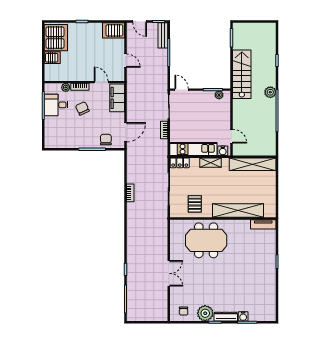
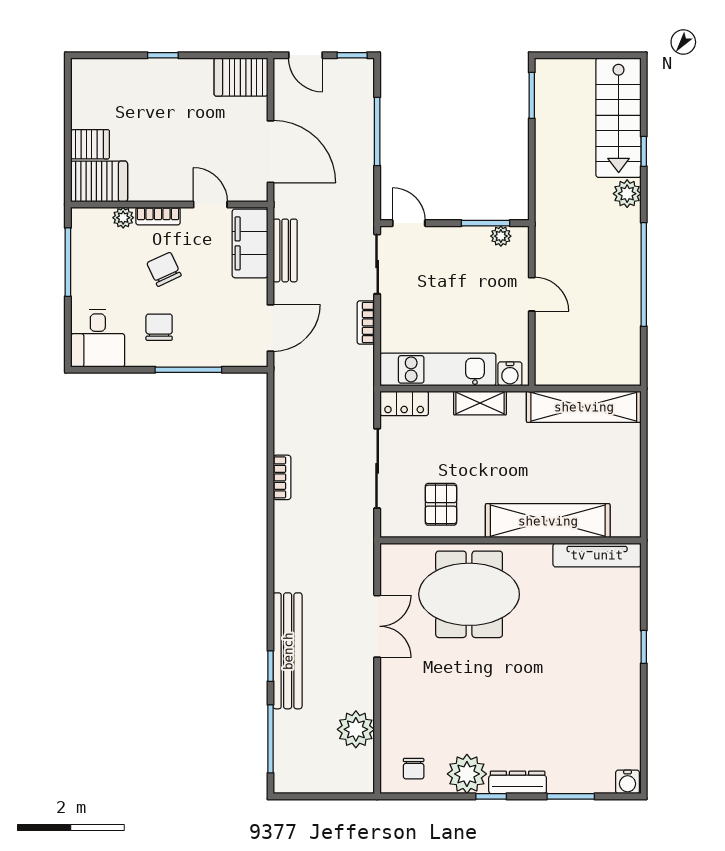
bench: (163, 35) -> (285, 250), moved
server rack: (56, 38) -> (99, 181), moved, width x0.62
door: (126, 61) -> (271, 152), width x1.87
stairs: (242, 74) -> (619, 118), moved, turned 180
plant: (270, 92) -> (627, 194), moved
desk: (56, 105) -> (98, 338), moved, turned -90
door: (232, 136) -> (532, 294), moved
chair: (106, 140) -> (159, 327), moved
tv unit: (263, 224) -> (597, 555), width x1.41
bench: (132, 263) -> (288, 651), added
double door: (169, 273) -> (377, 626), moved
plant: (160, 295) -> (356, 729), added
water cooler: (243, 316) -> (628, 782), moved

